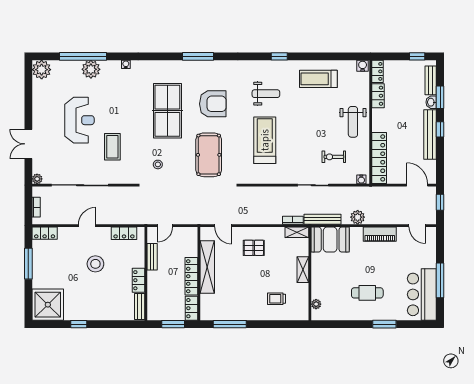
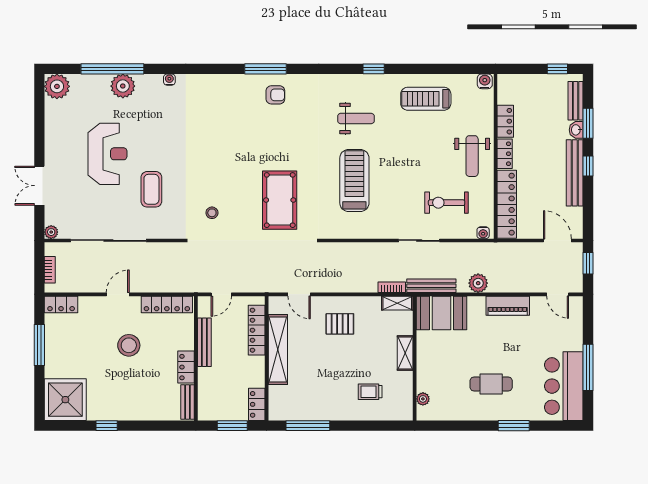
locker: (377, 71) -> (505, 154), moved
armchair: (213, 104) -> (275, 95), moved, width x0.53, depth x0.53
table tennis table: (167, 111) -> (225, 141), removed
exercise bike: (334, 157) -> (447, 203), width x1.38, depth x1.39
locker: (124, 233) -> (167, 304), width x1.53
bench: (152, 257) -> (204, 342), width x1.36
locker: (191, 276) -> (257, 330), moved

